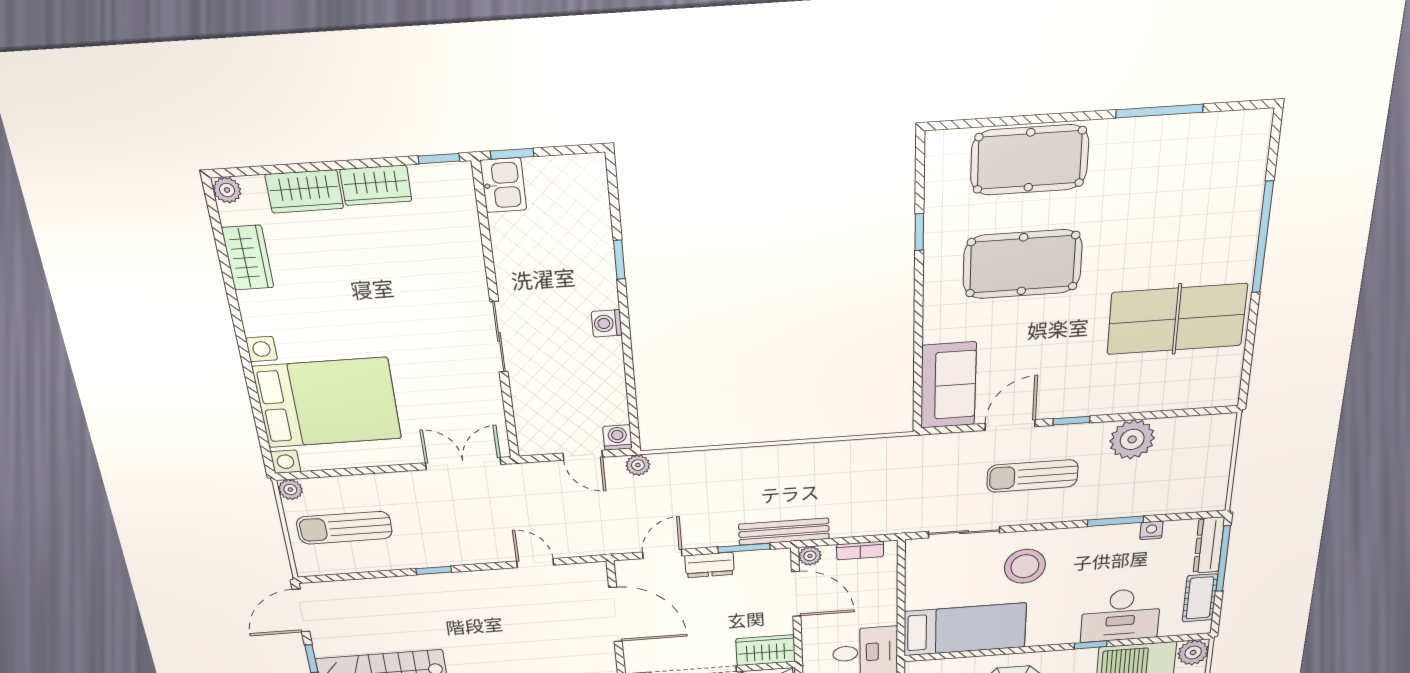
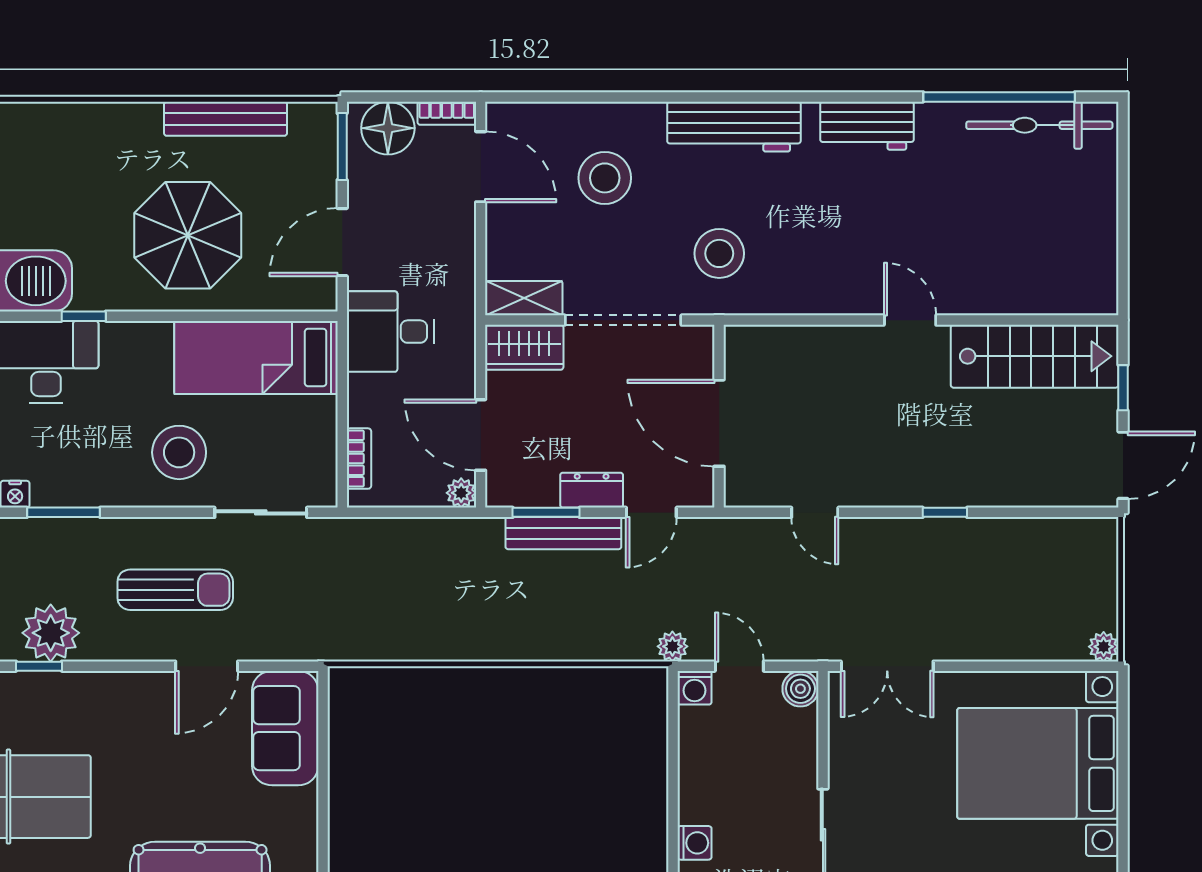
window: (1071, 421) -> (39, 666), moved
boiler: (531, 443) -> (800, 689), added
sun lounger: (344, 528) -> (1047, 586), removed
bench: (784, 532) -> (563, 533), moved
bookcase: (860, 551) -> (359, 459), moved, turned 90

